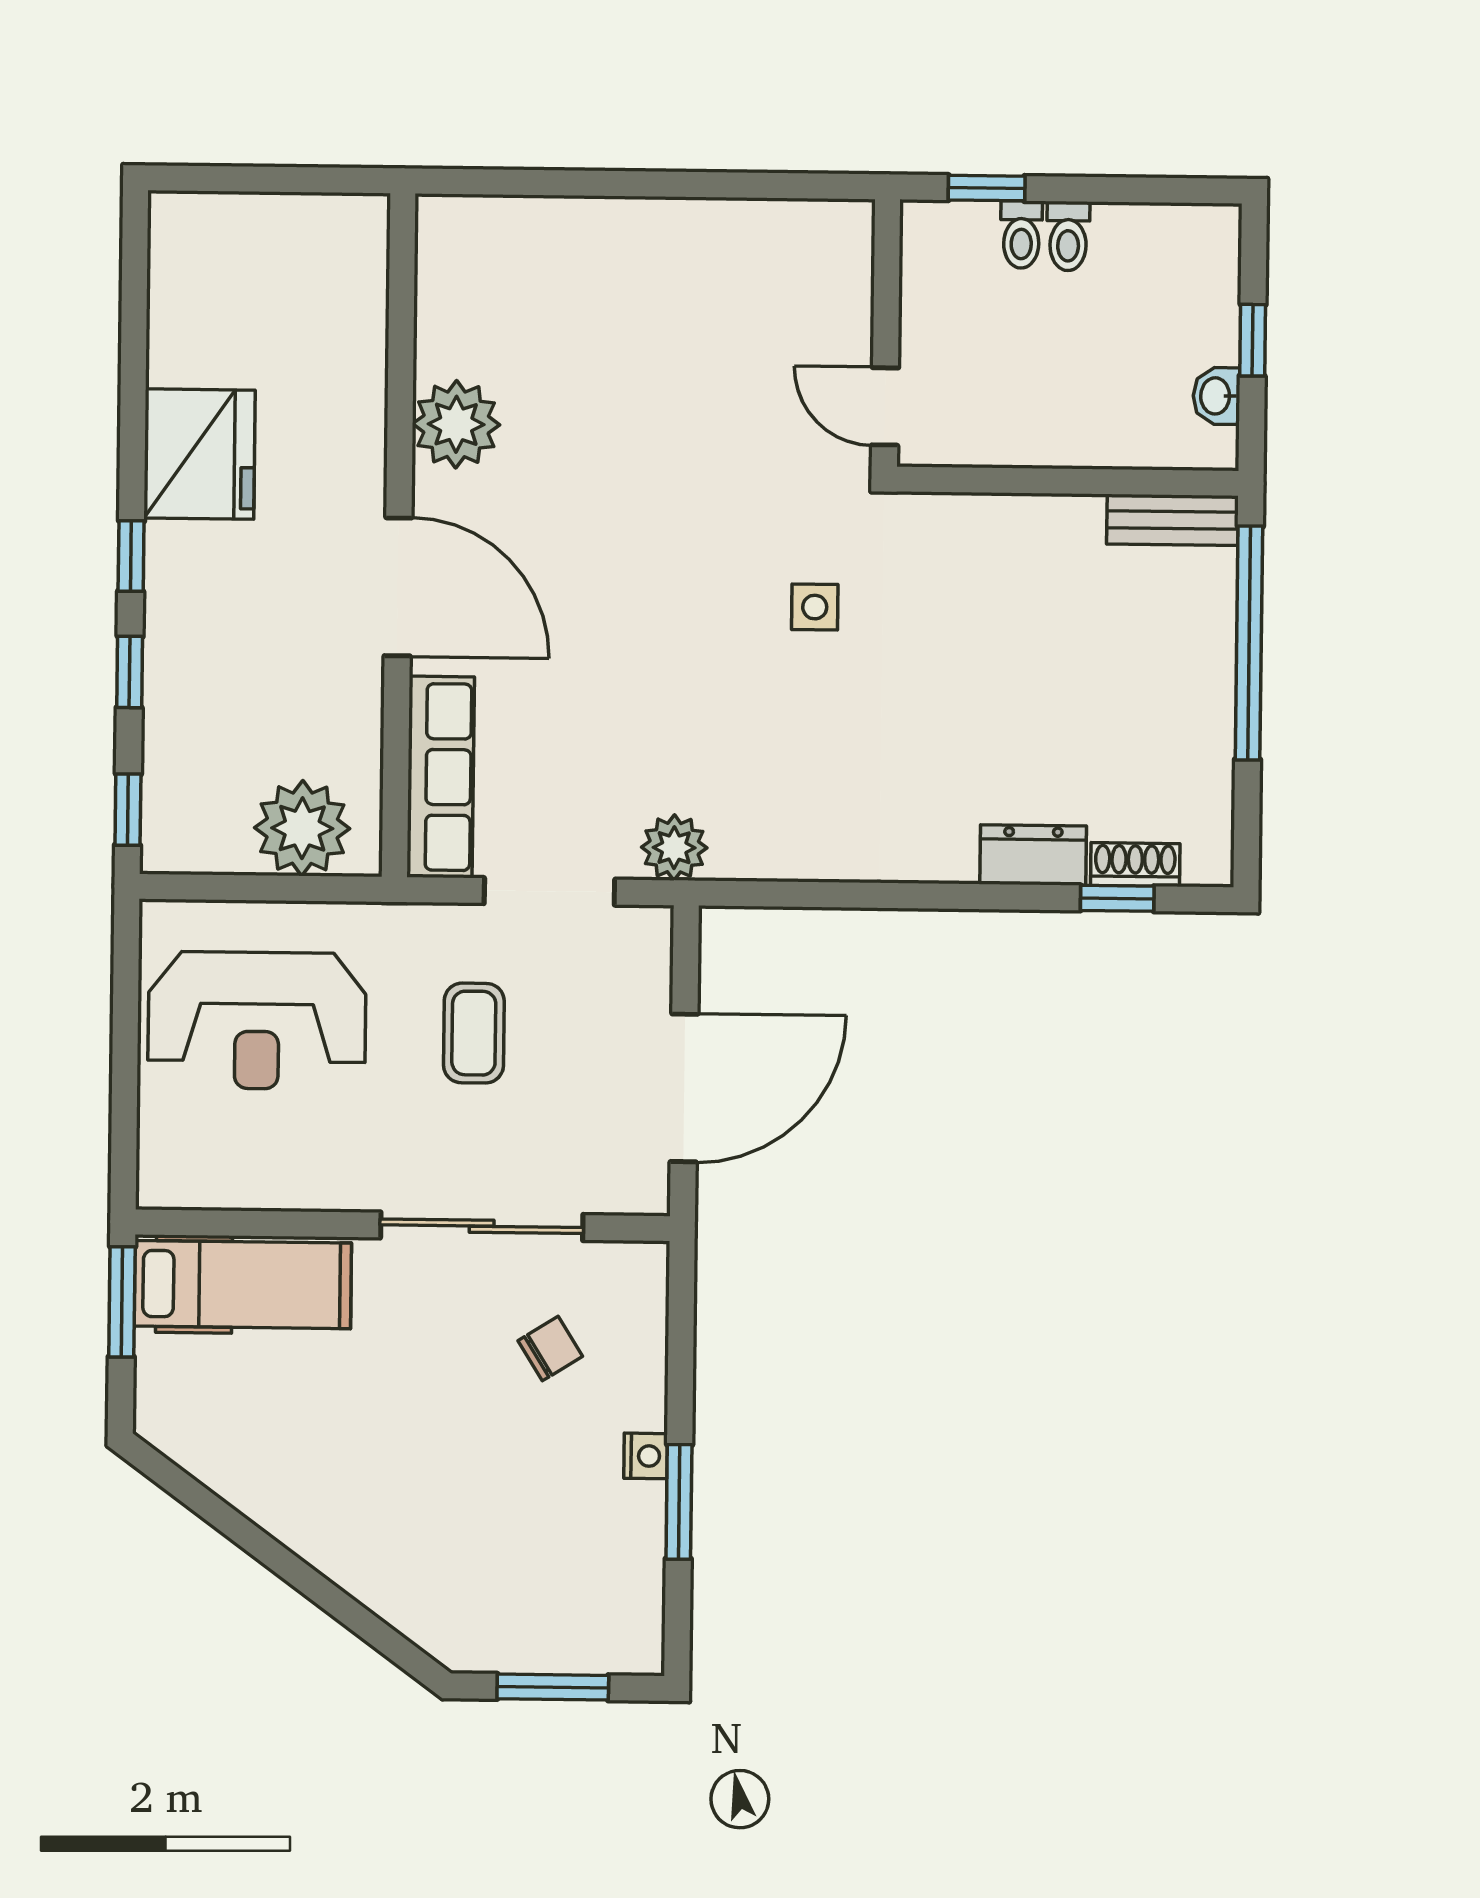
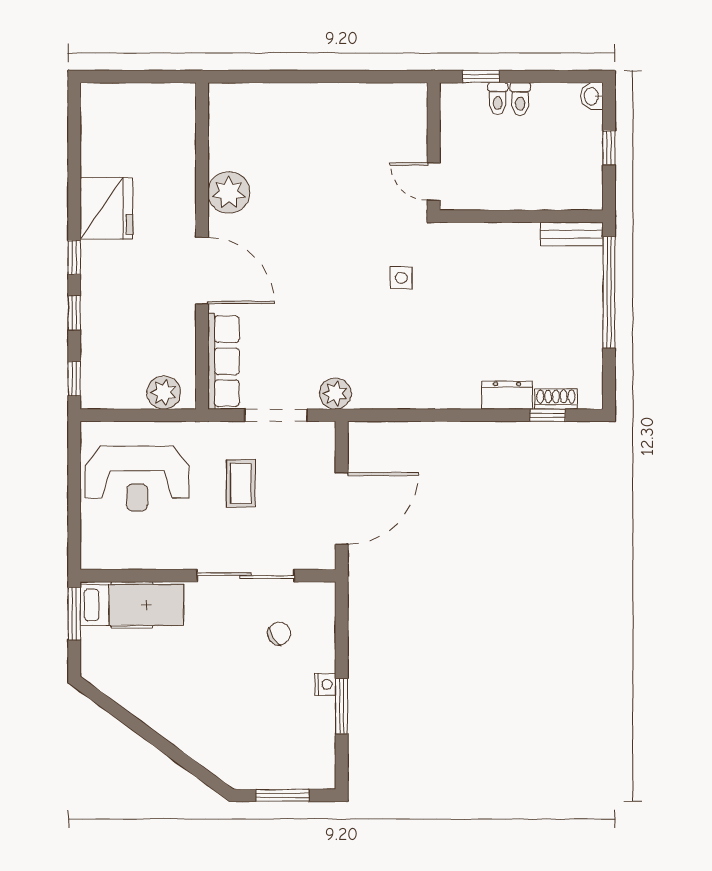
washbasin: (1216, 396) -> (592, 96), moved
plant: (302, 828) -> (164, 393), width x0.73, depth x0.73

